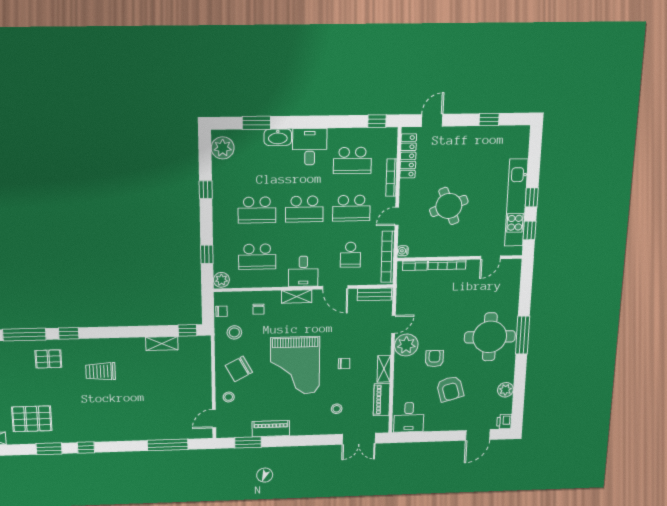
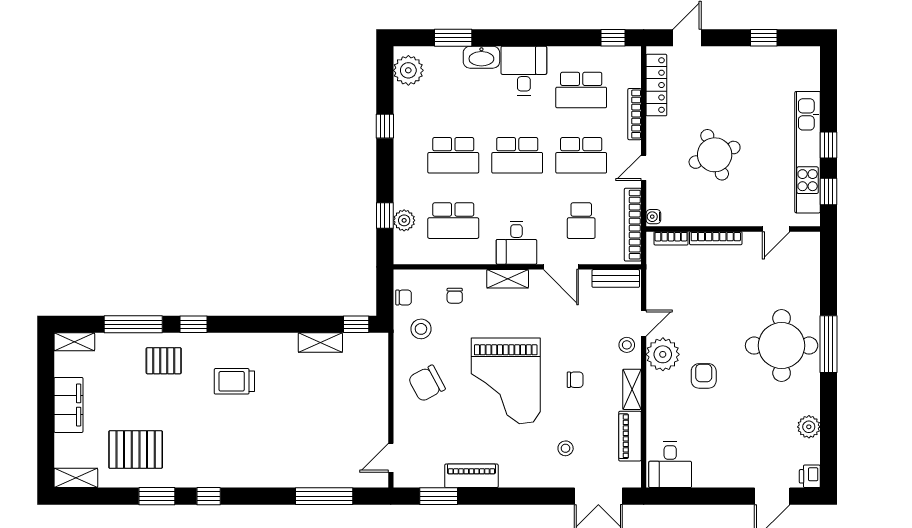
plant: (221, 280) -> (404, 220), moved
armchair: (450, 389) -> (728, 423), removed
stool: (229, 397) -> (627, 345), moved

